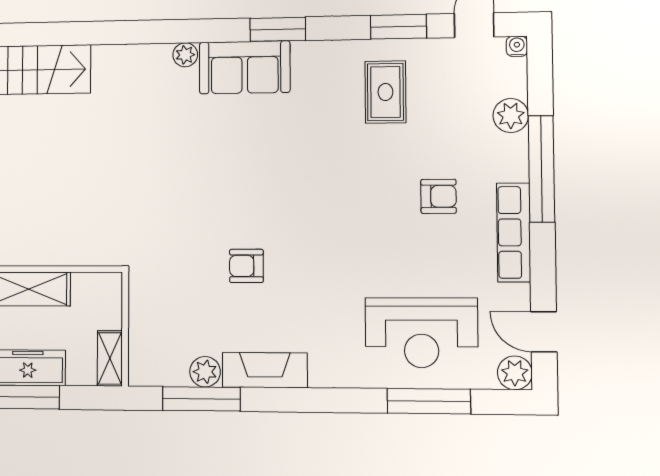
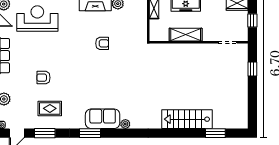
rug: (385, 92) -> (50, 108), turned 90
armchair: (439, 196) -> (43, 78), moved

